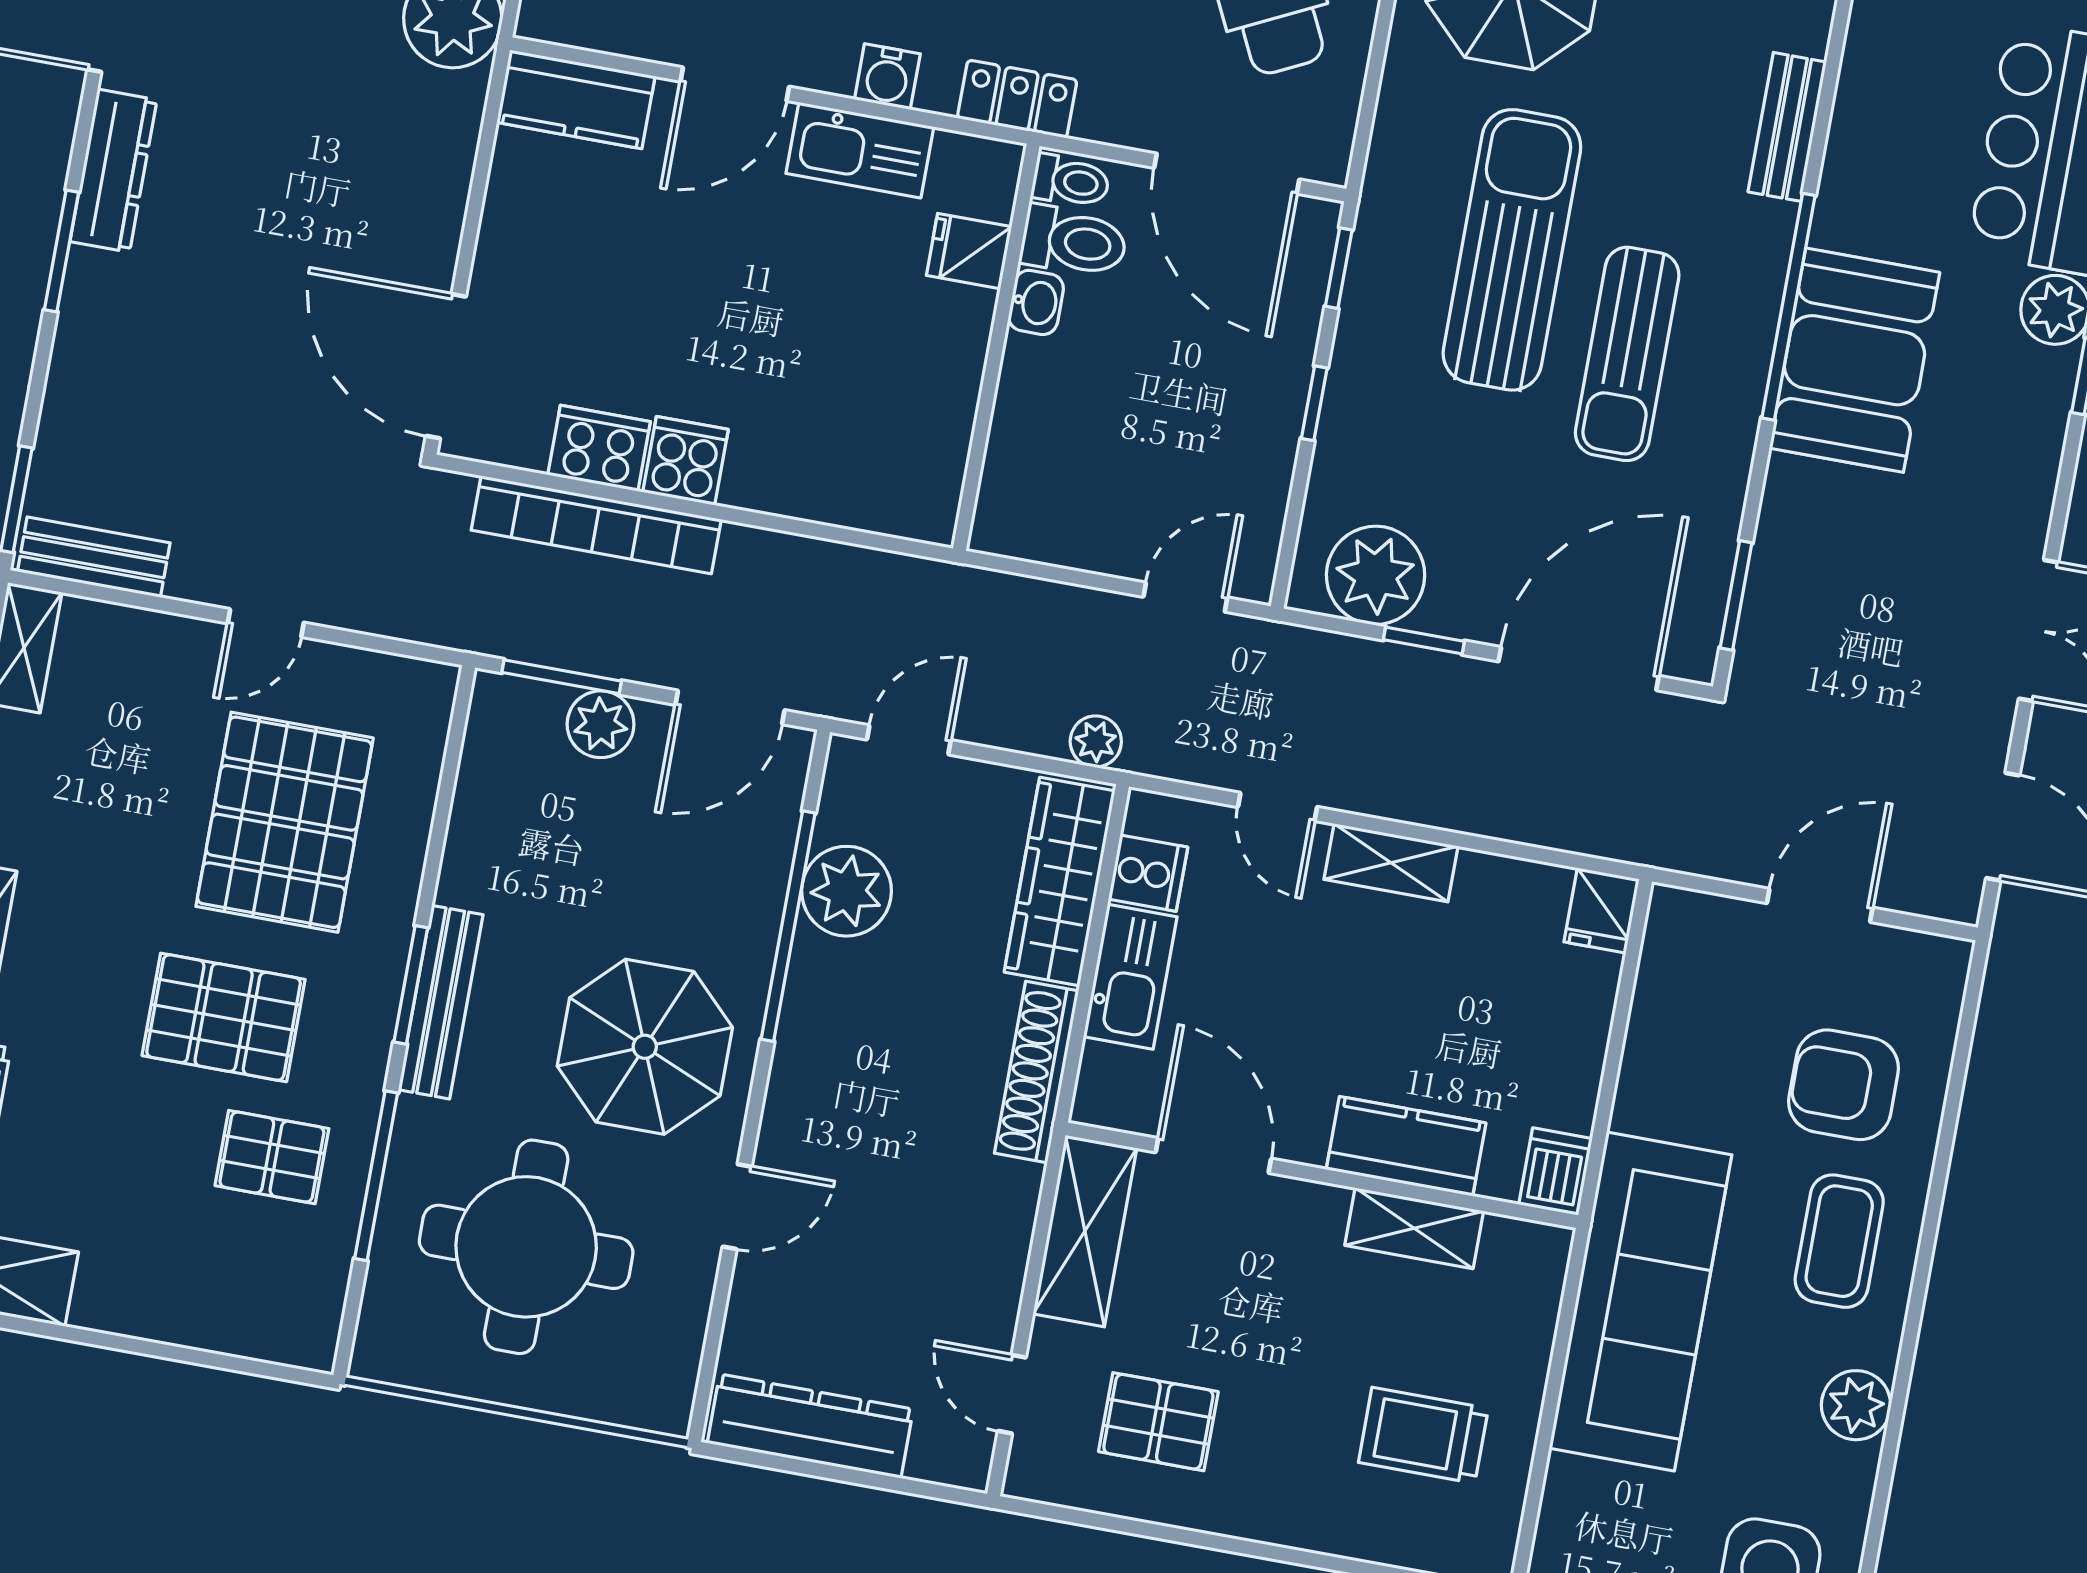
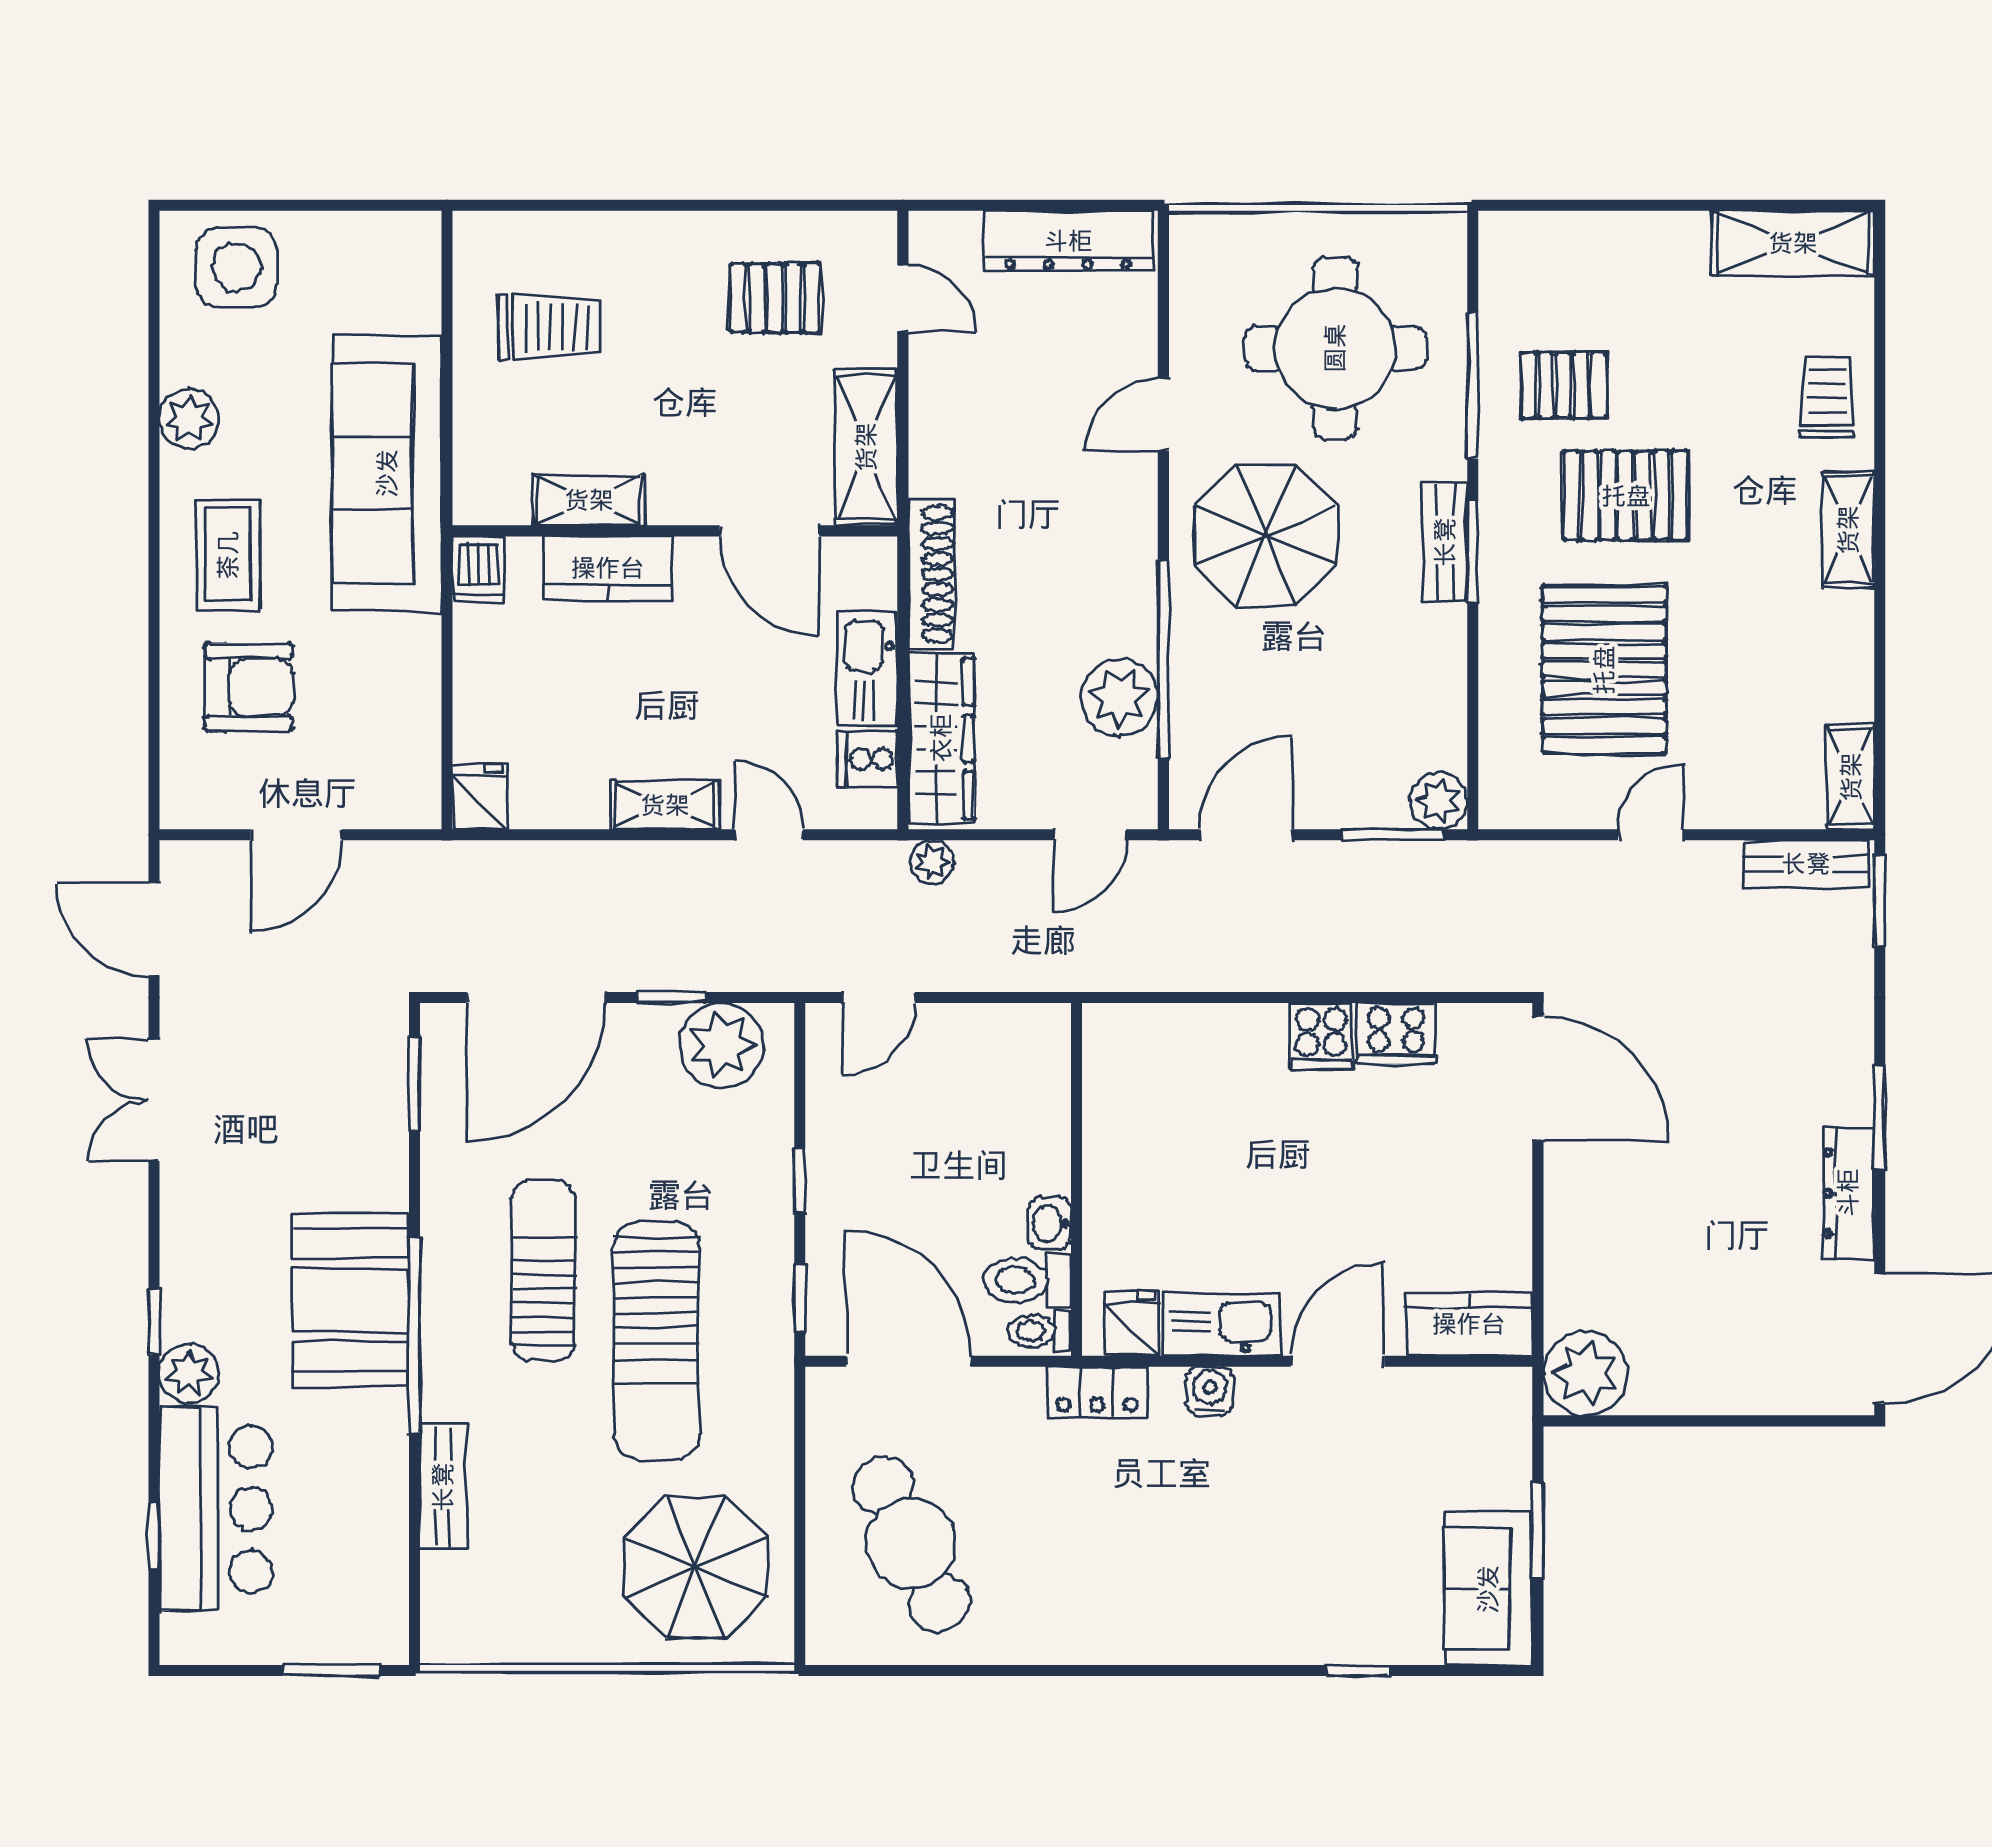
fridge: (969, 251) -> (1132, 1323), moved, turned -90
bookcase: (596, 525) -> (1387, 968), removed
plant: (601, 724) -> (1439, 801), moved
bench: (441, 1002) -> (1445, 542), width x0.73

